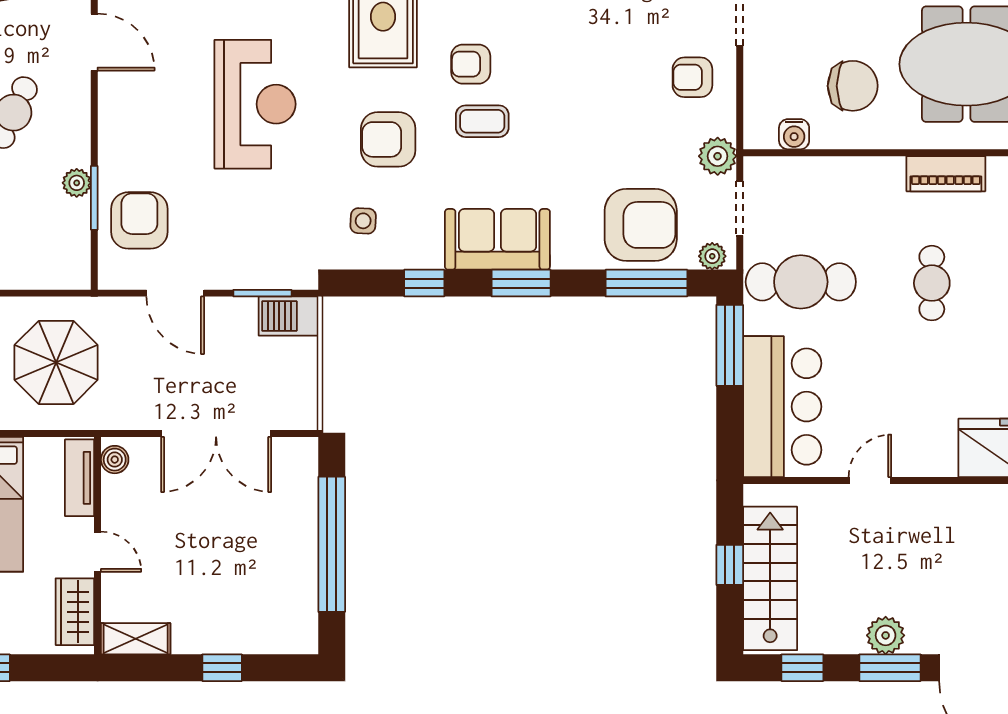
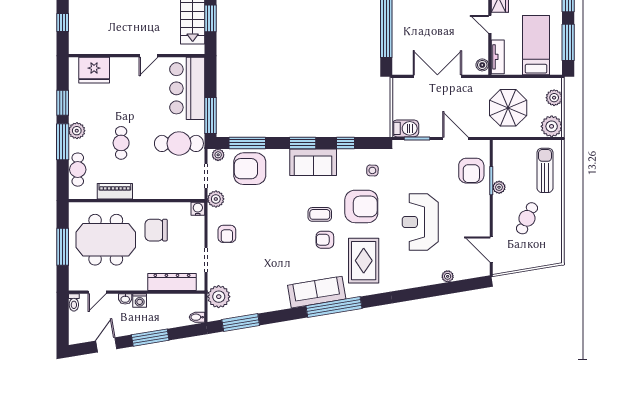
armchair: (471, 64) -> (325, 240), turned 180
armchair: (692, 77) -> (227, 234), turned 90
water cooler: (794, 134) -> (198, 209), moved
armchair: (388, 139) -> (361, 206), width x1.36, depth x1.36
window: (730, 565) -> (210, 18), width x1.50

